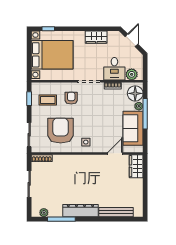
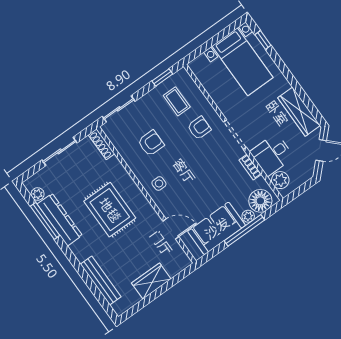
wardrobe: (96, 37) -> (299, 112), width x1.50
bed with nightstands: (52, 55) -> (243, 62), width x0.73
armchair: (61, 131) -> (151, 143), width x0.53, depth x0.53
wardrobe: (136, 166) -> (151, 281), moved
rug: (81, 179) -> (110, 210), added
dresser: (80, 211) -> (60, 220), moved

